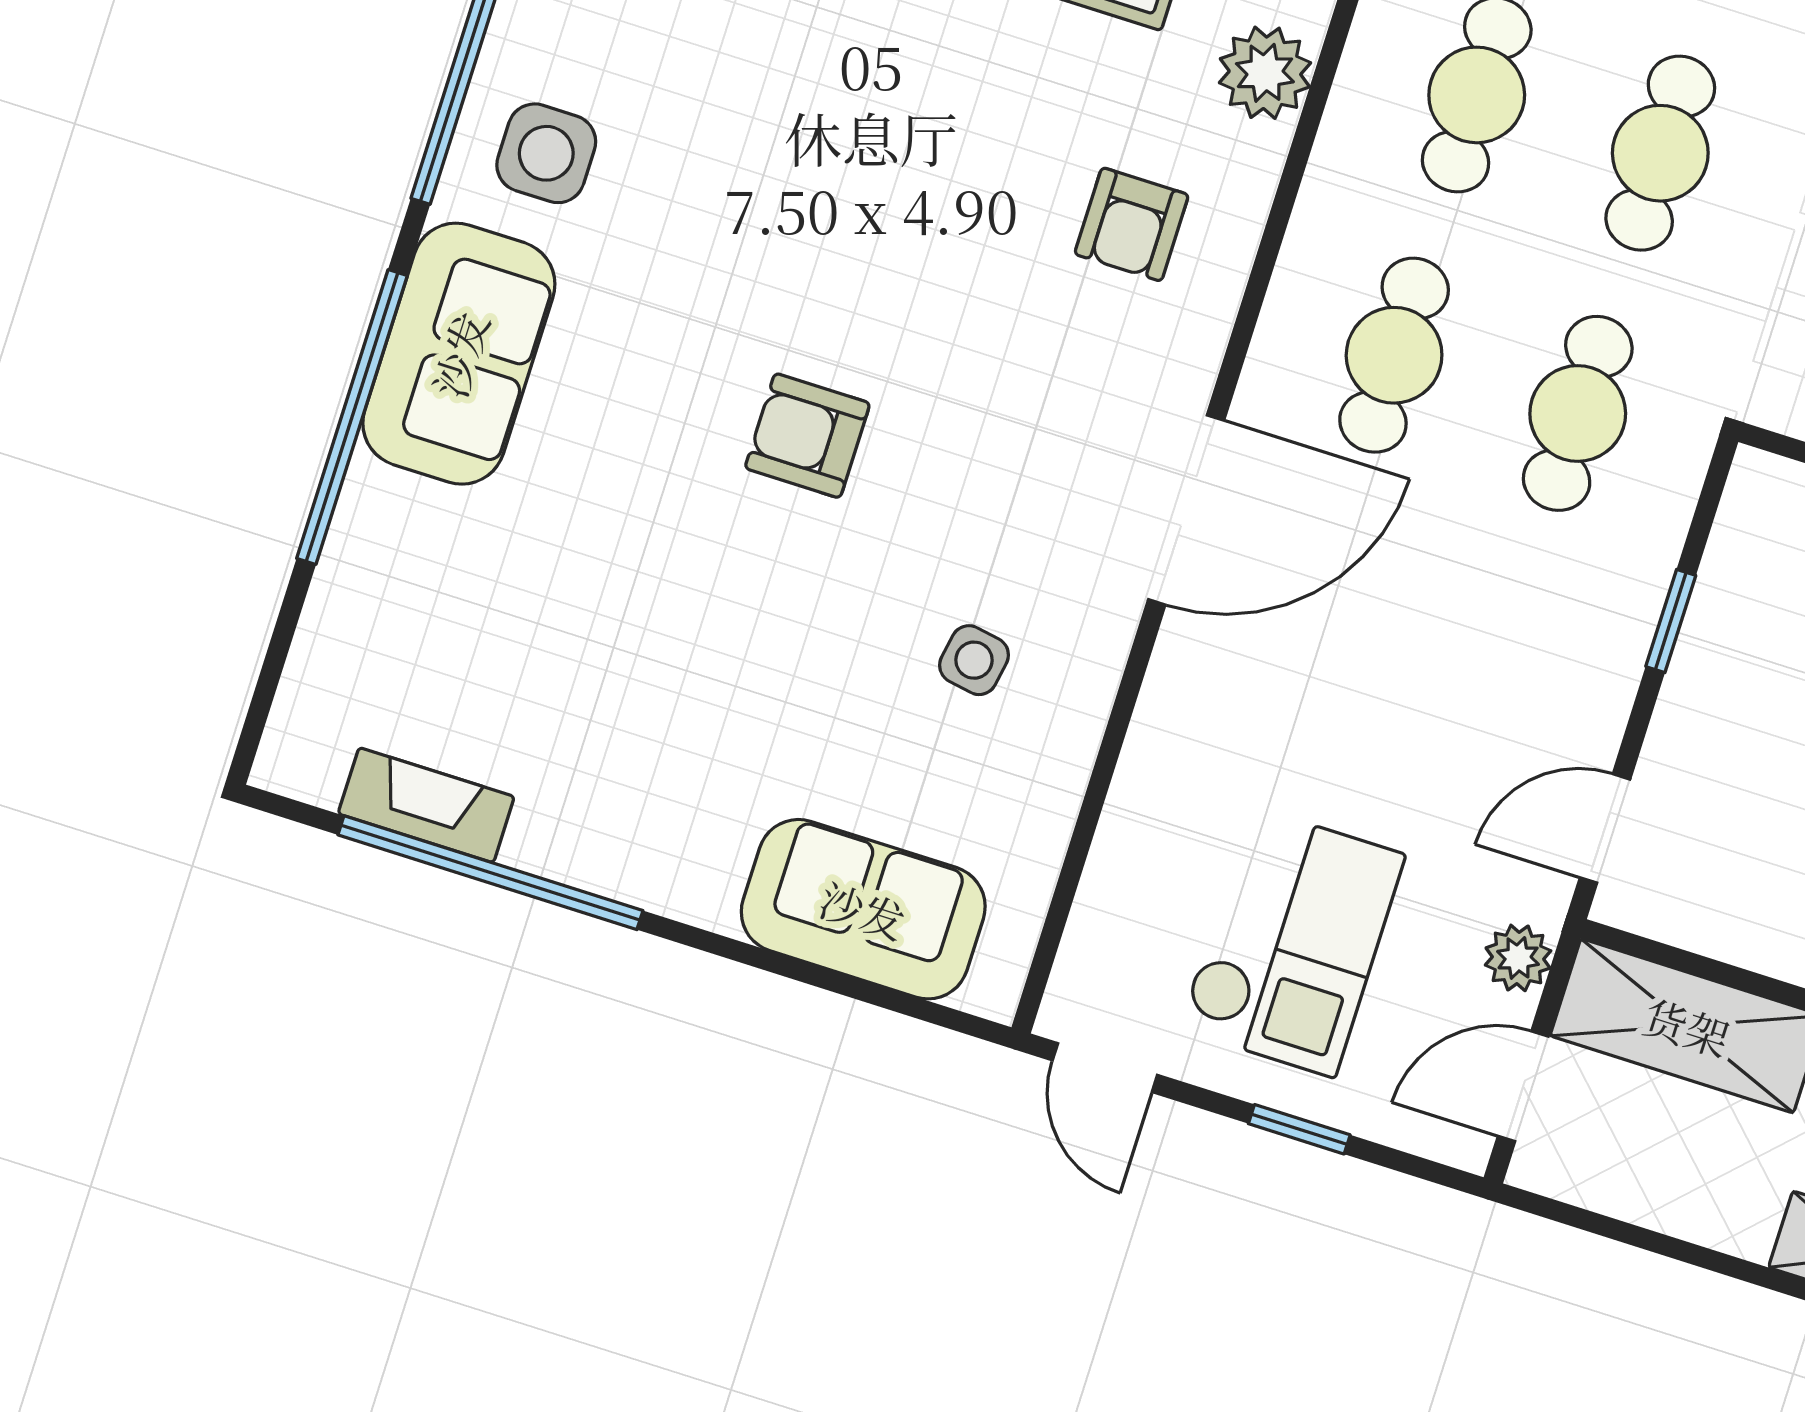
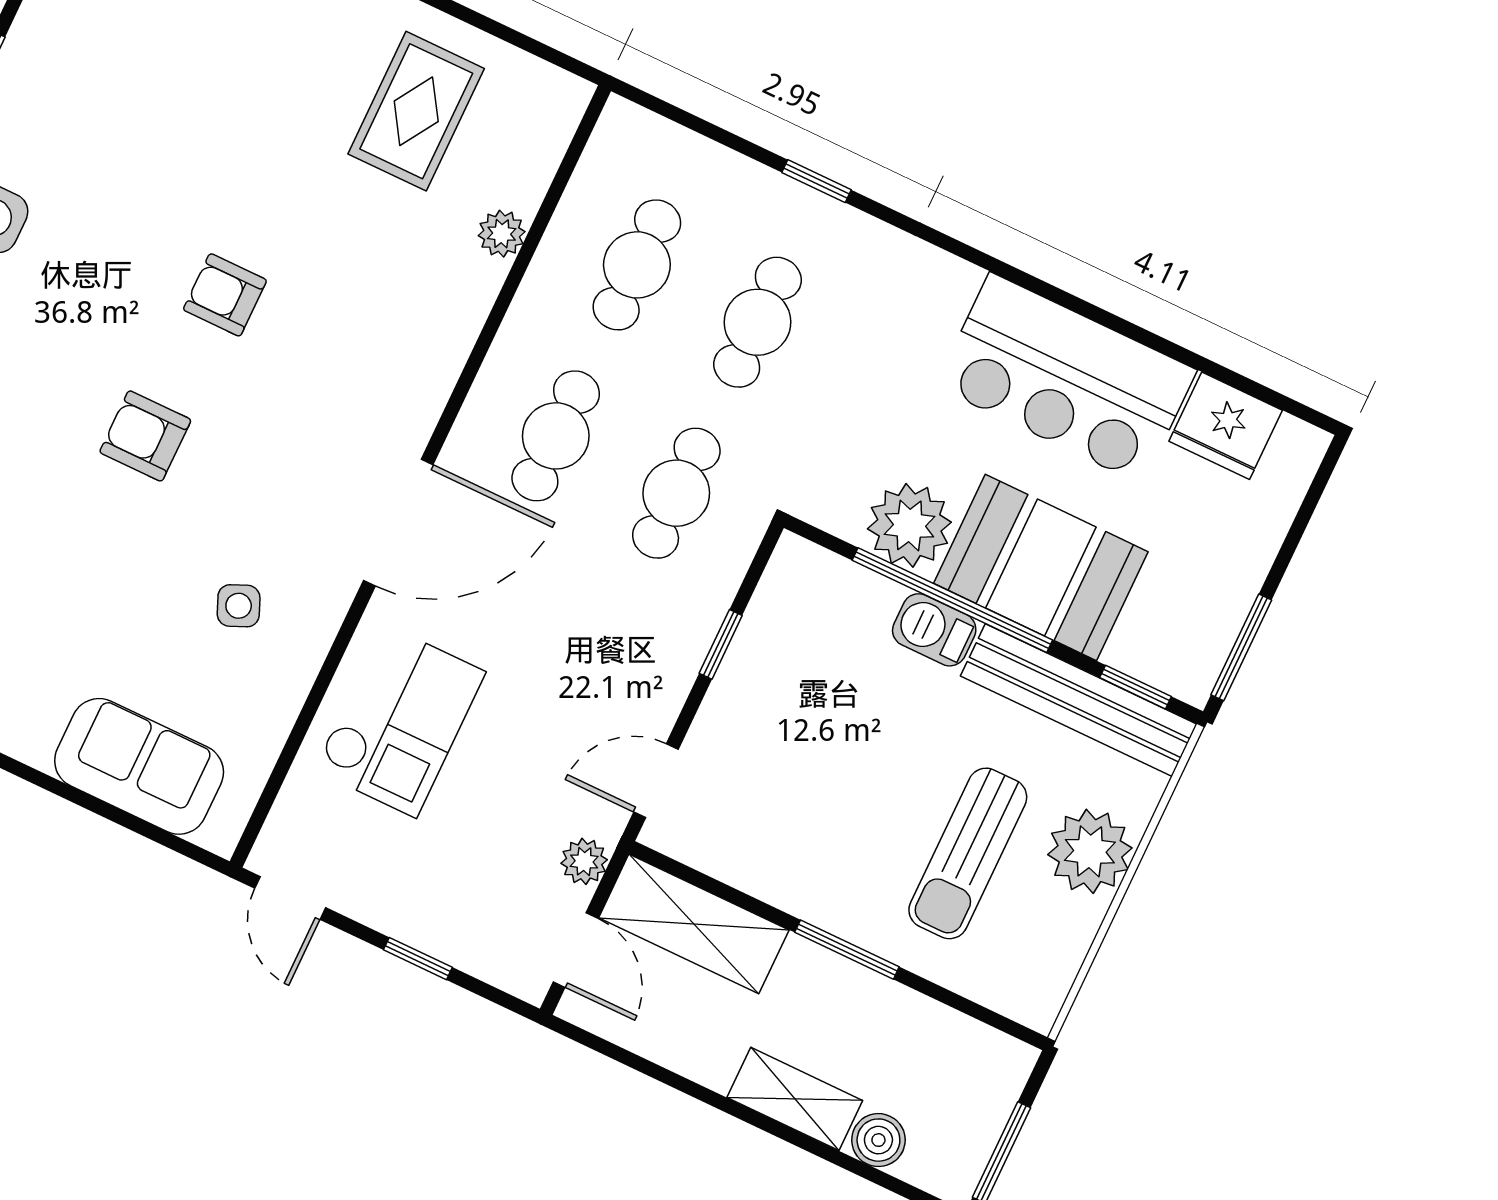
plant: (1265, 73) -> (502, 234), width x0.73, depth x0.73
armchair: (1132, 224) -> (225, 295), moved, turned 90
side table: (974, 660) -> (239, 606), turned -33
checkout: (1292, 942) -> (400, 721), moved
door: (1523, 1086) -> (576, 950), swing flipped

